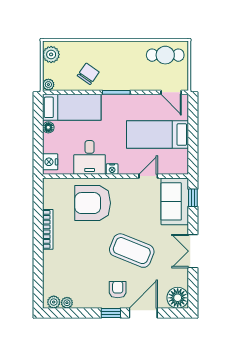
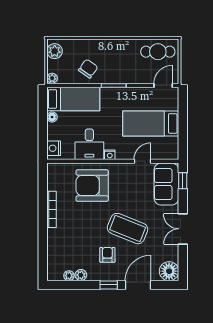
door: (171, 92) -> (163, 85), swing flipped
armchair: (118, 290) -> (107, 255), moved
plant: (54, 302) -> (81, 275), moved

